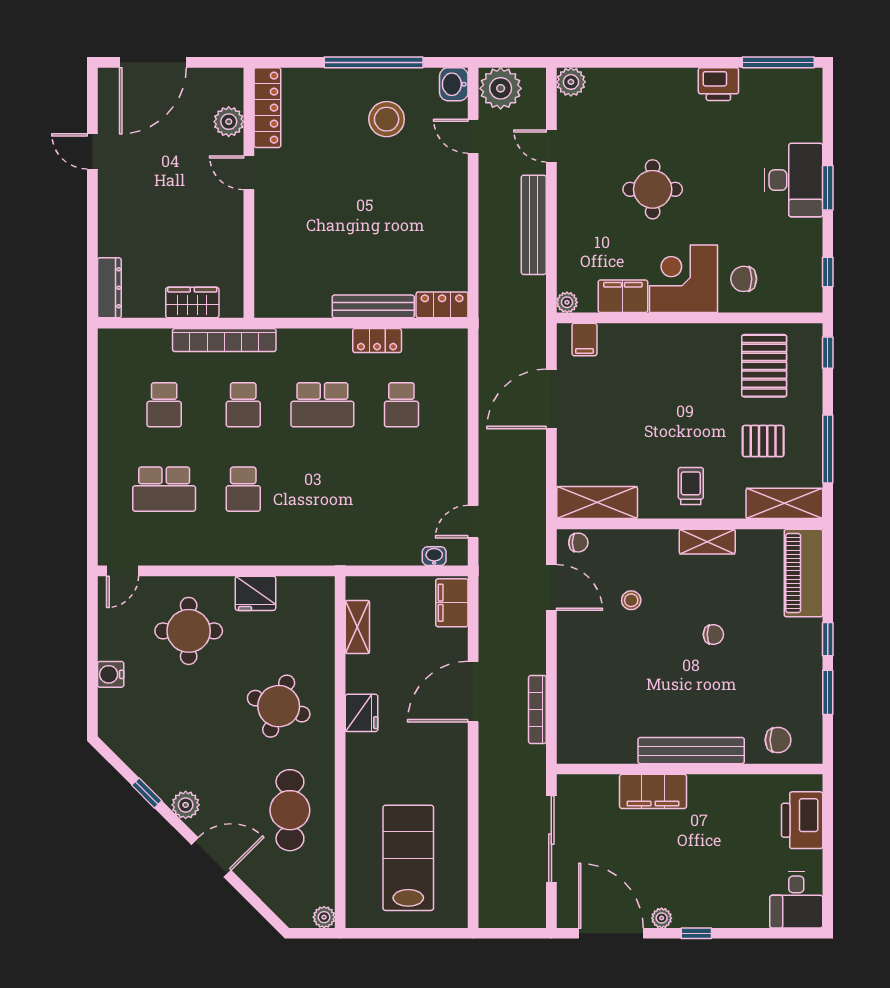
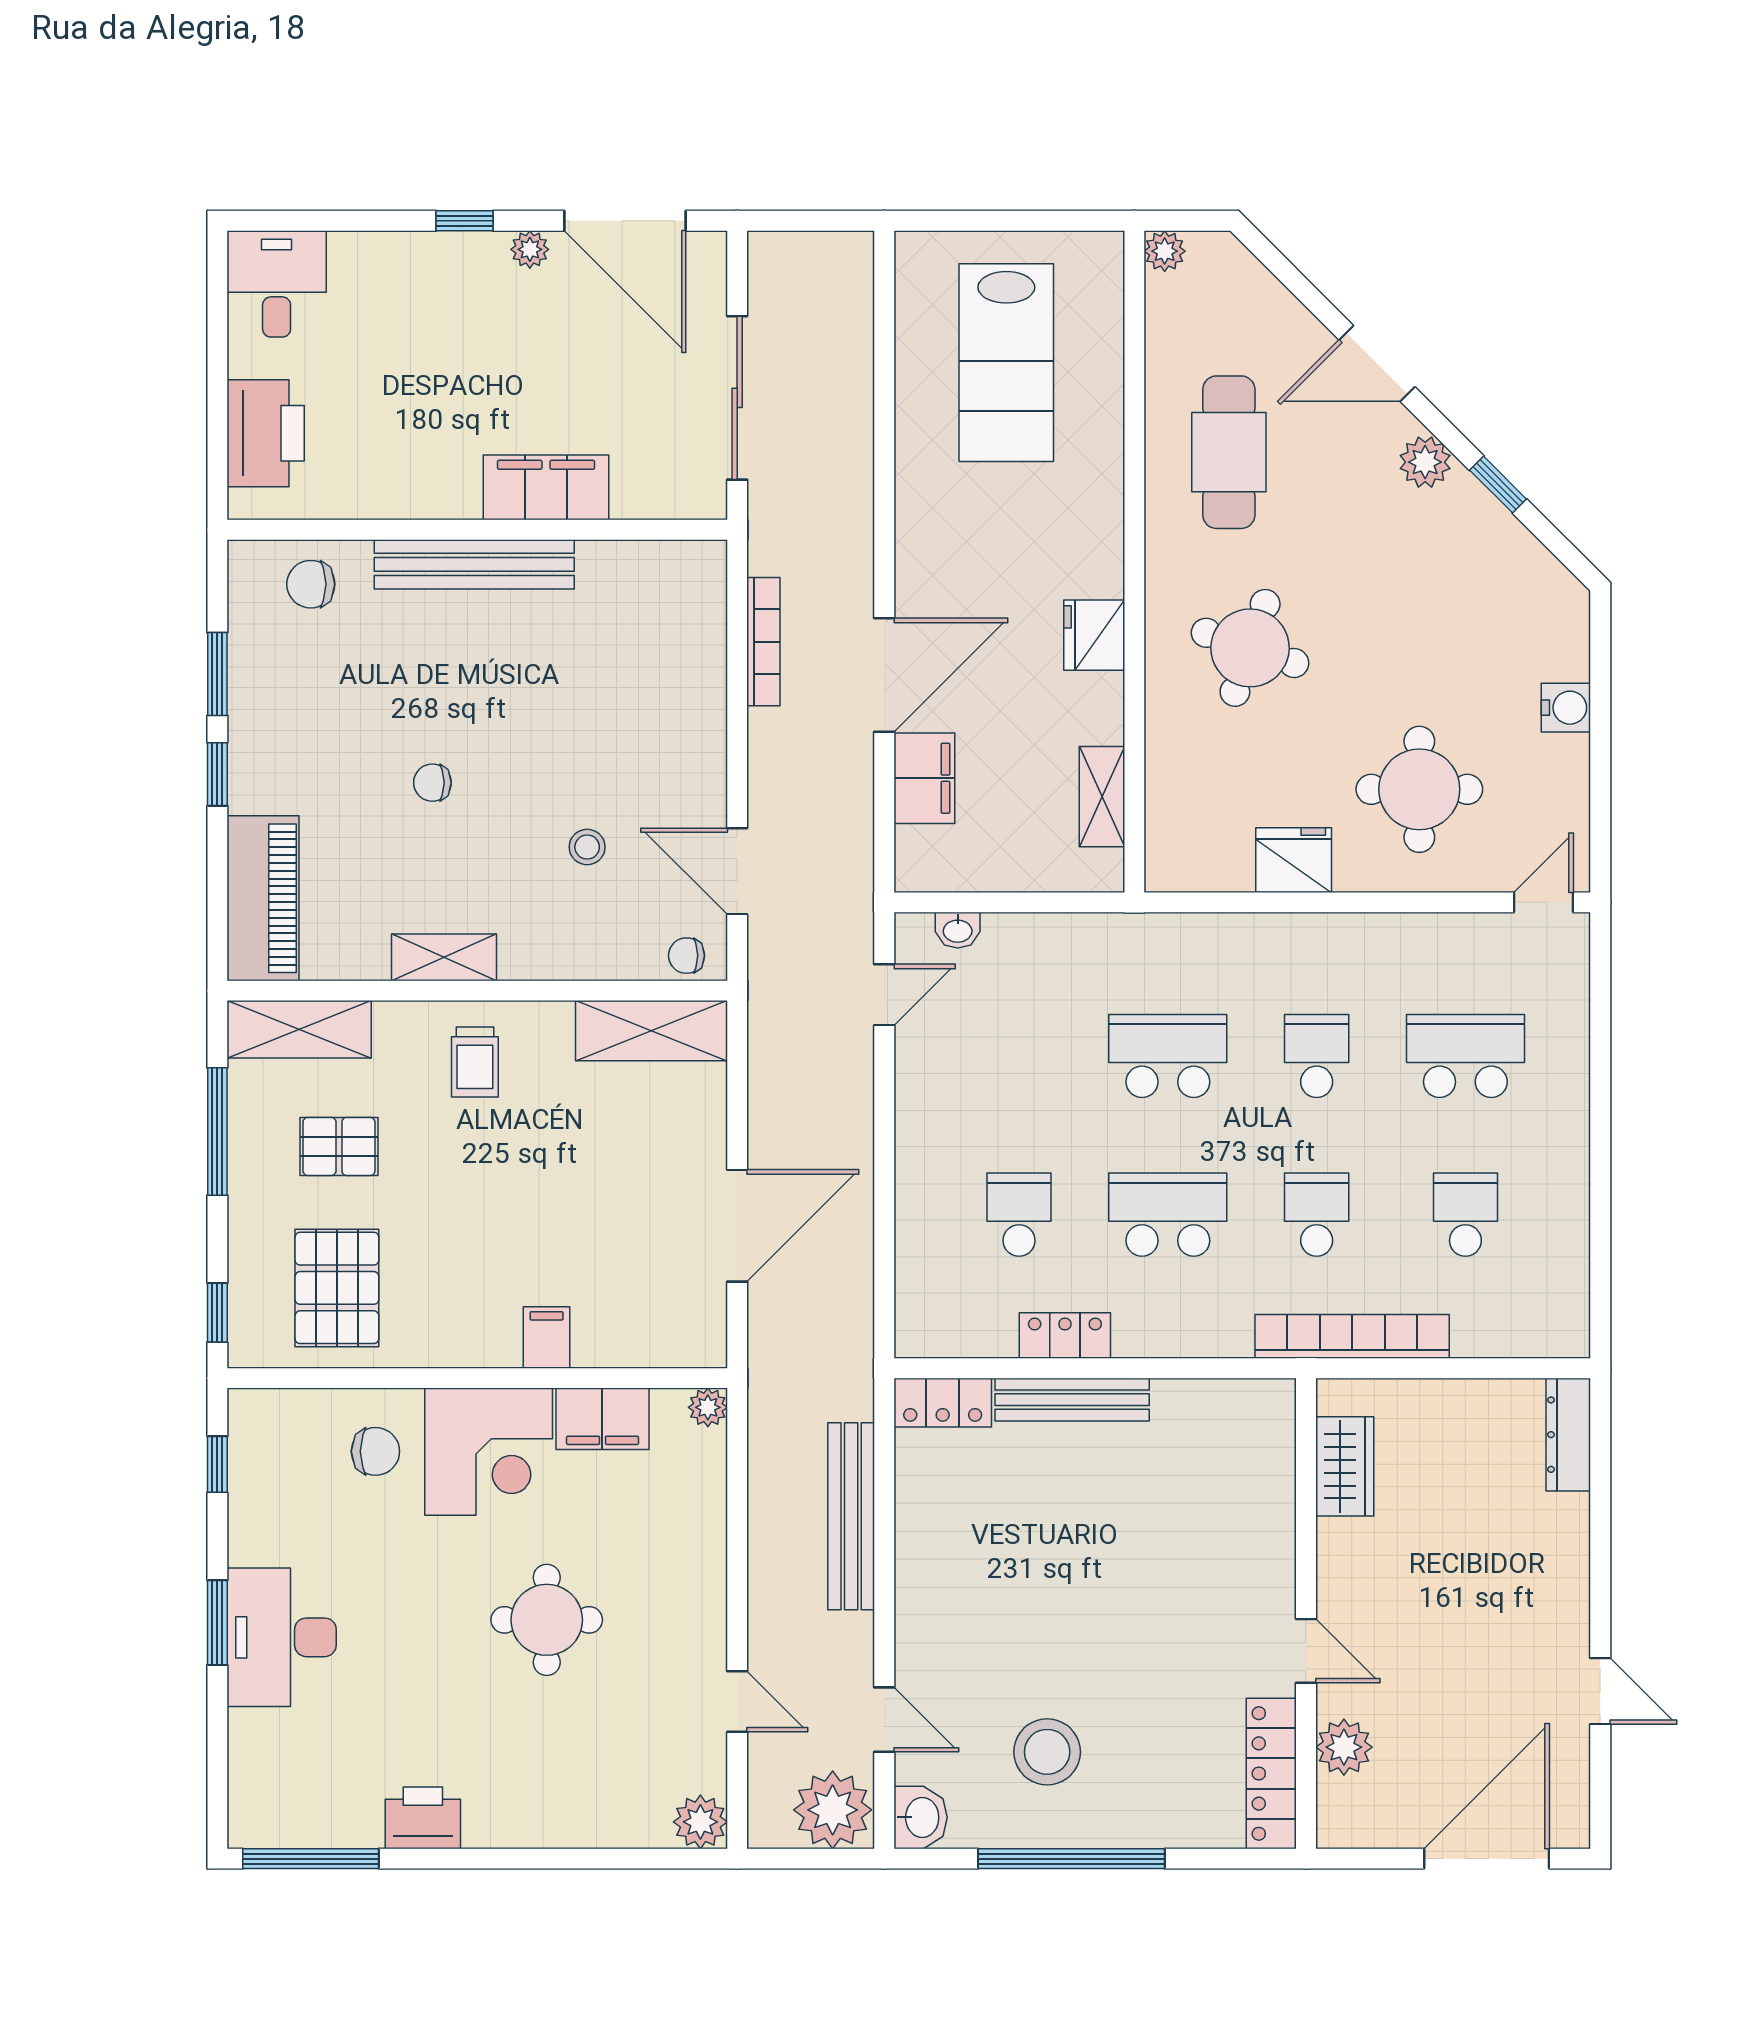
bench: (534, 225) -> (851, 1516), moved
wardrobe: (192, 303) -> (1345, 1466), moved, turned -90
filing cabinet: (584, 339) -> (547, 1337), moved
school desk: (322, 489) -> (1168, 1056), added
filing cabinet: (452, 603) -> (924, 778), moved

